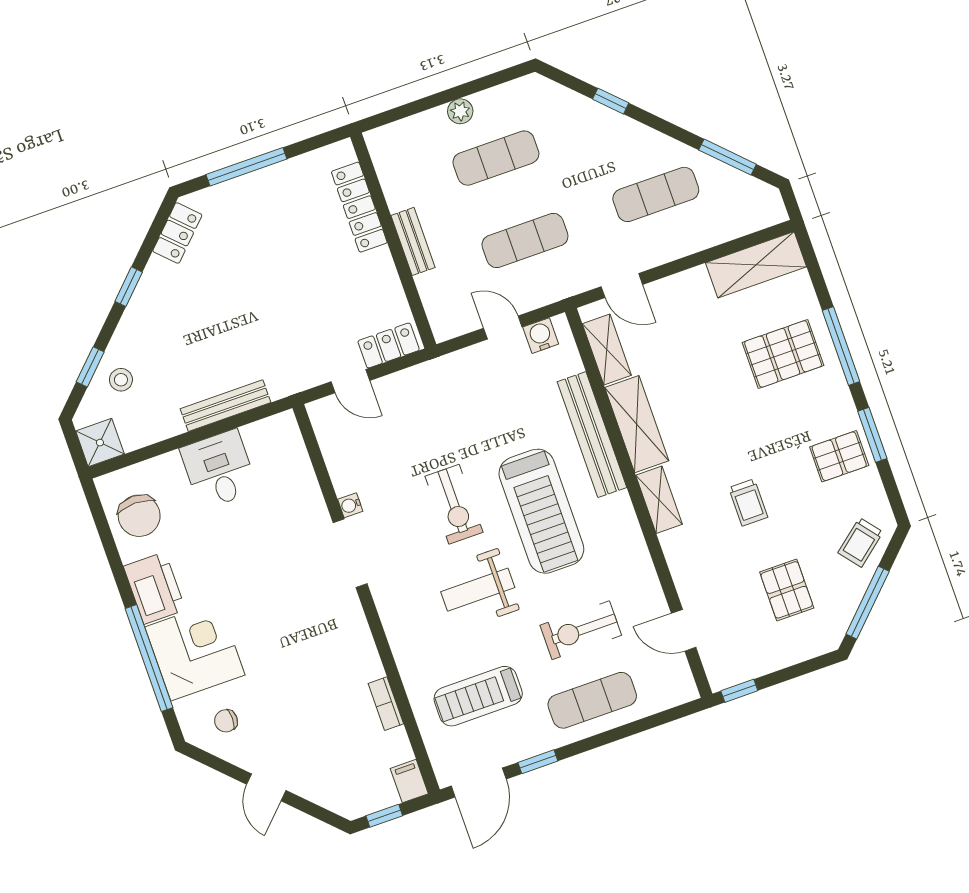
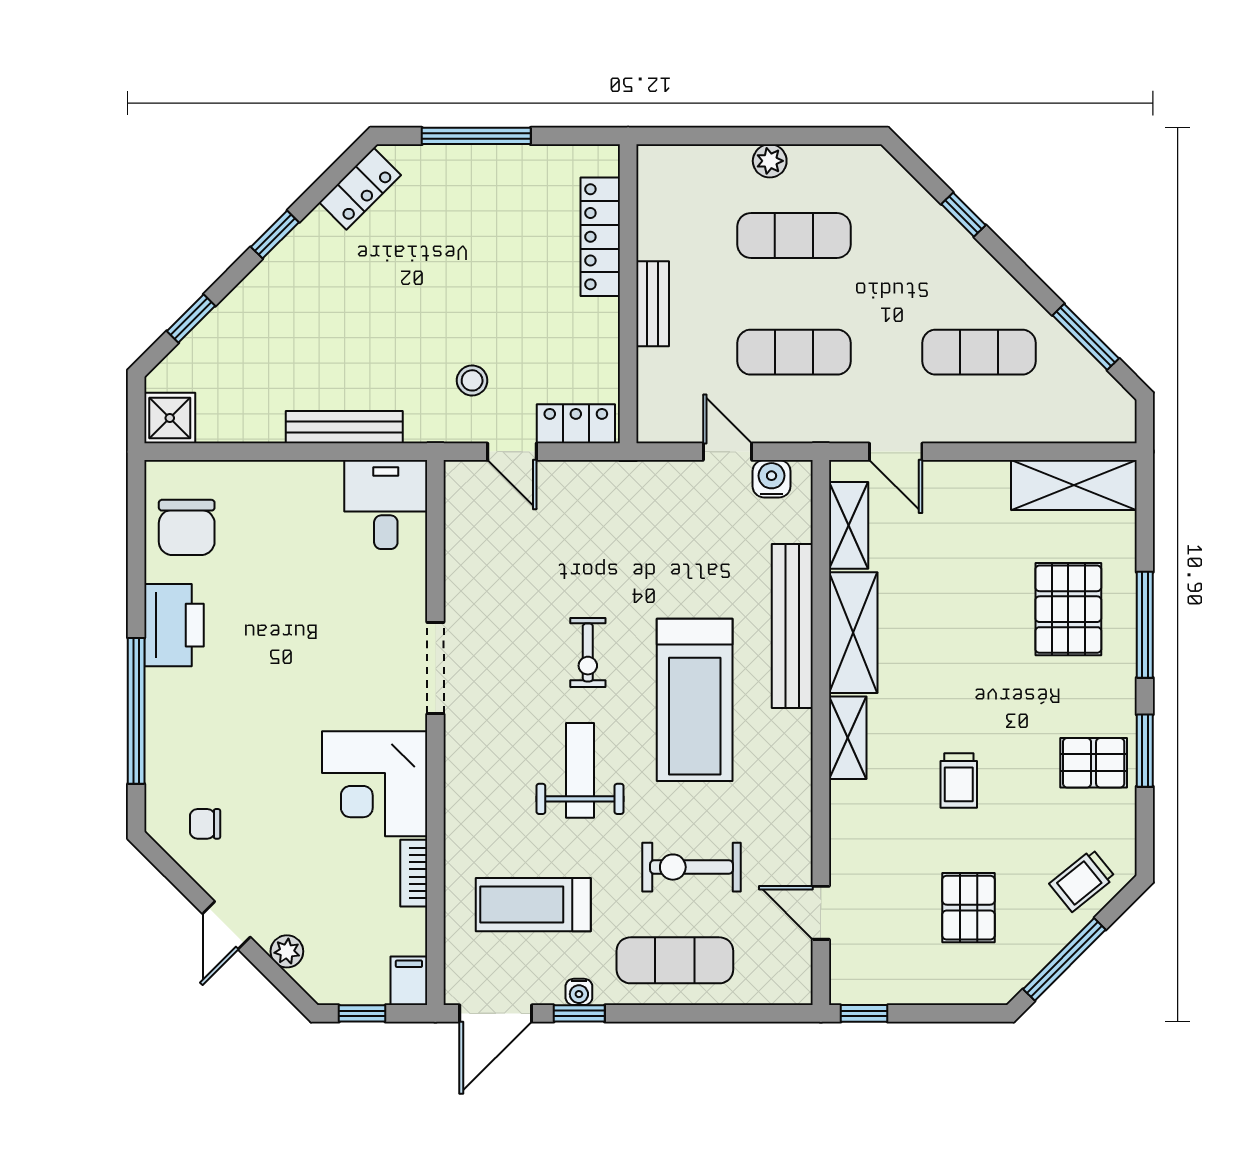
pallet: (783, 354) -> (1068, 609), turned 90
stool: (121, 380) -> (472, 380), moved
desk: (219, 469) -> (386, 505), moved
exercise bike: (454, 504) -> (588, 652), width x0.73, depth x0.72
water cooler: (350, 505) -> (579, 992), moved, turned -90
weight bench: (478, 590) -> (580, 770), turned 90
corner desk: (195, 651) -> (375, 784), moved, turned 180
plant: (316, 791) -> (287, 951), added

